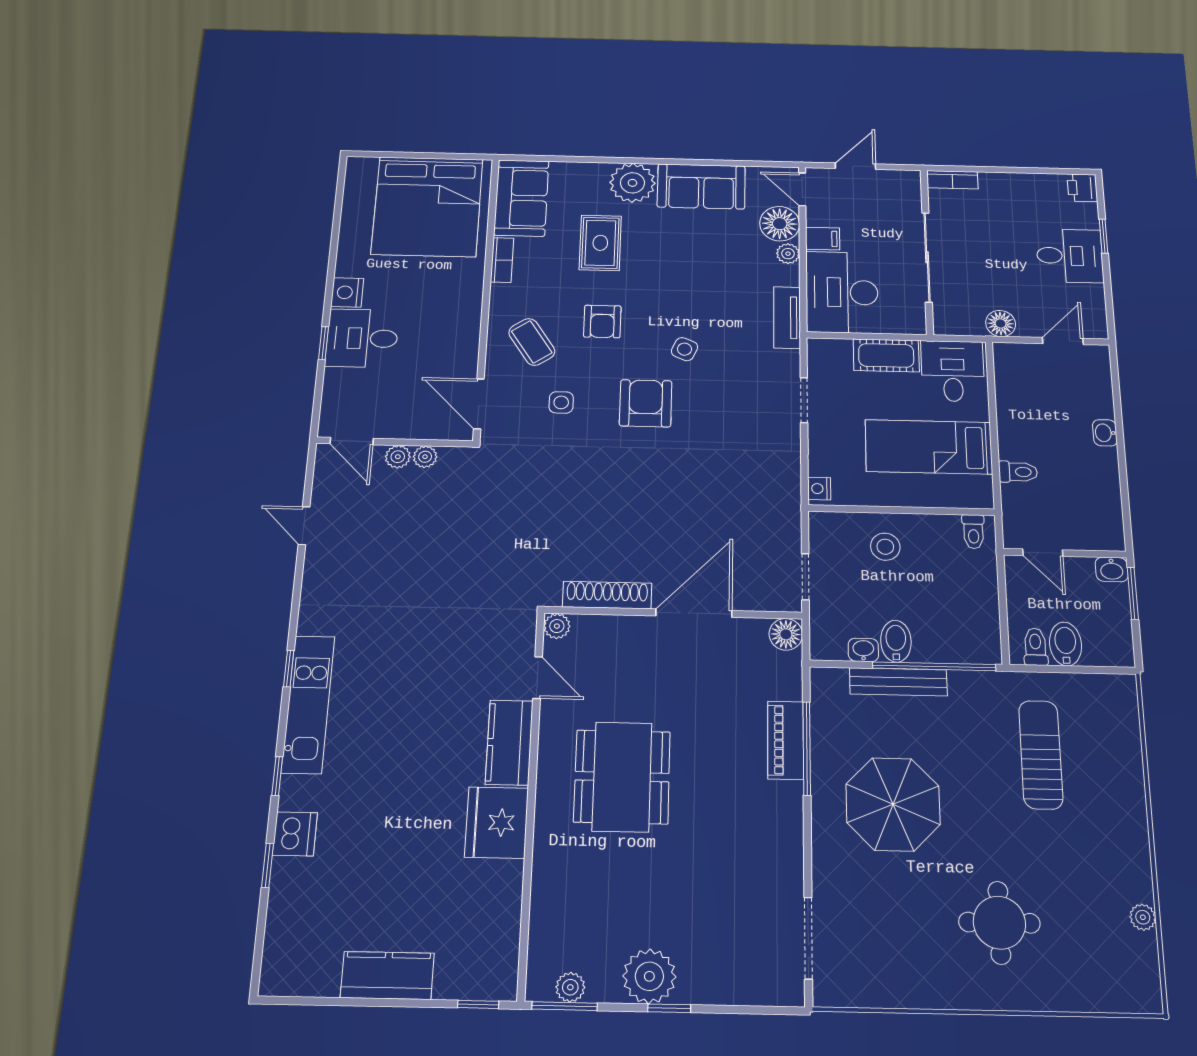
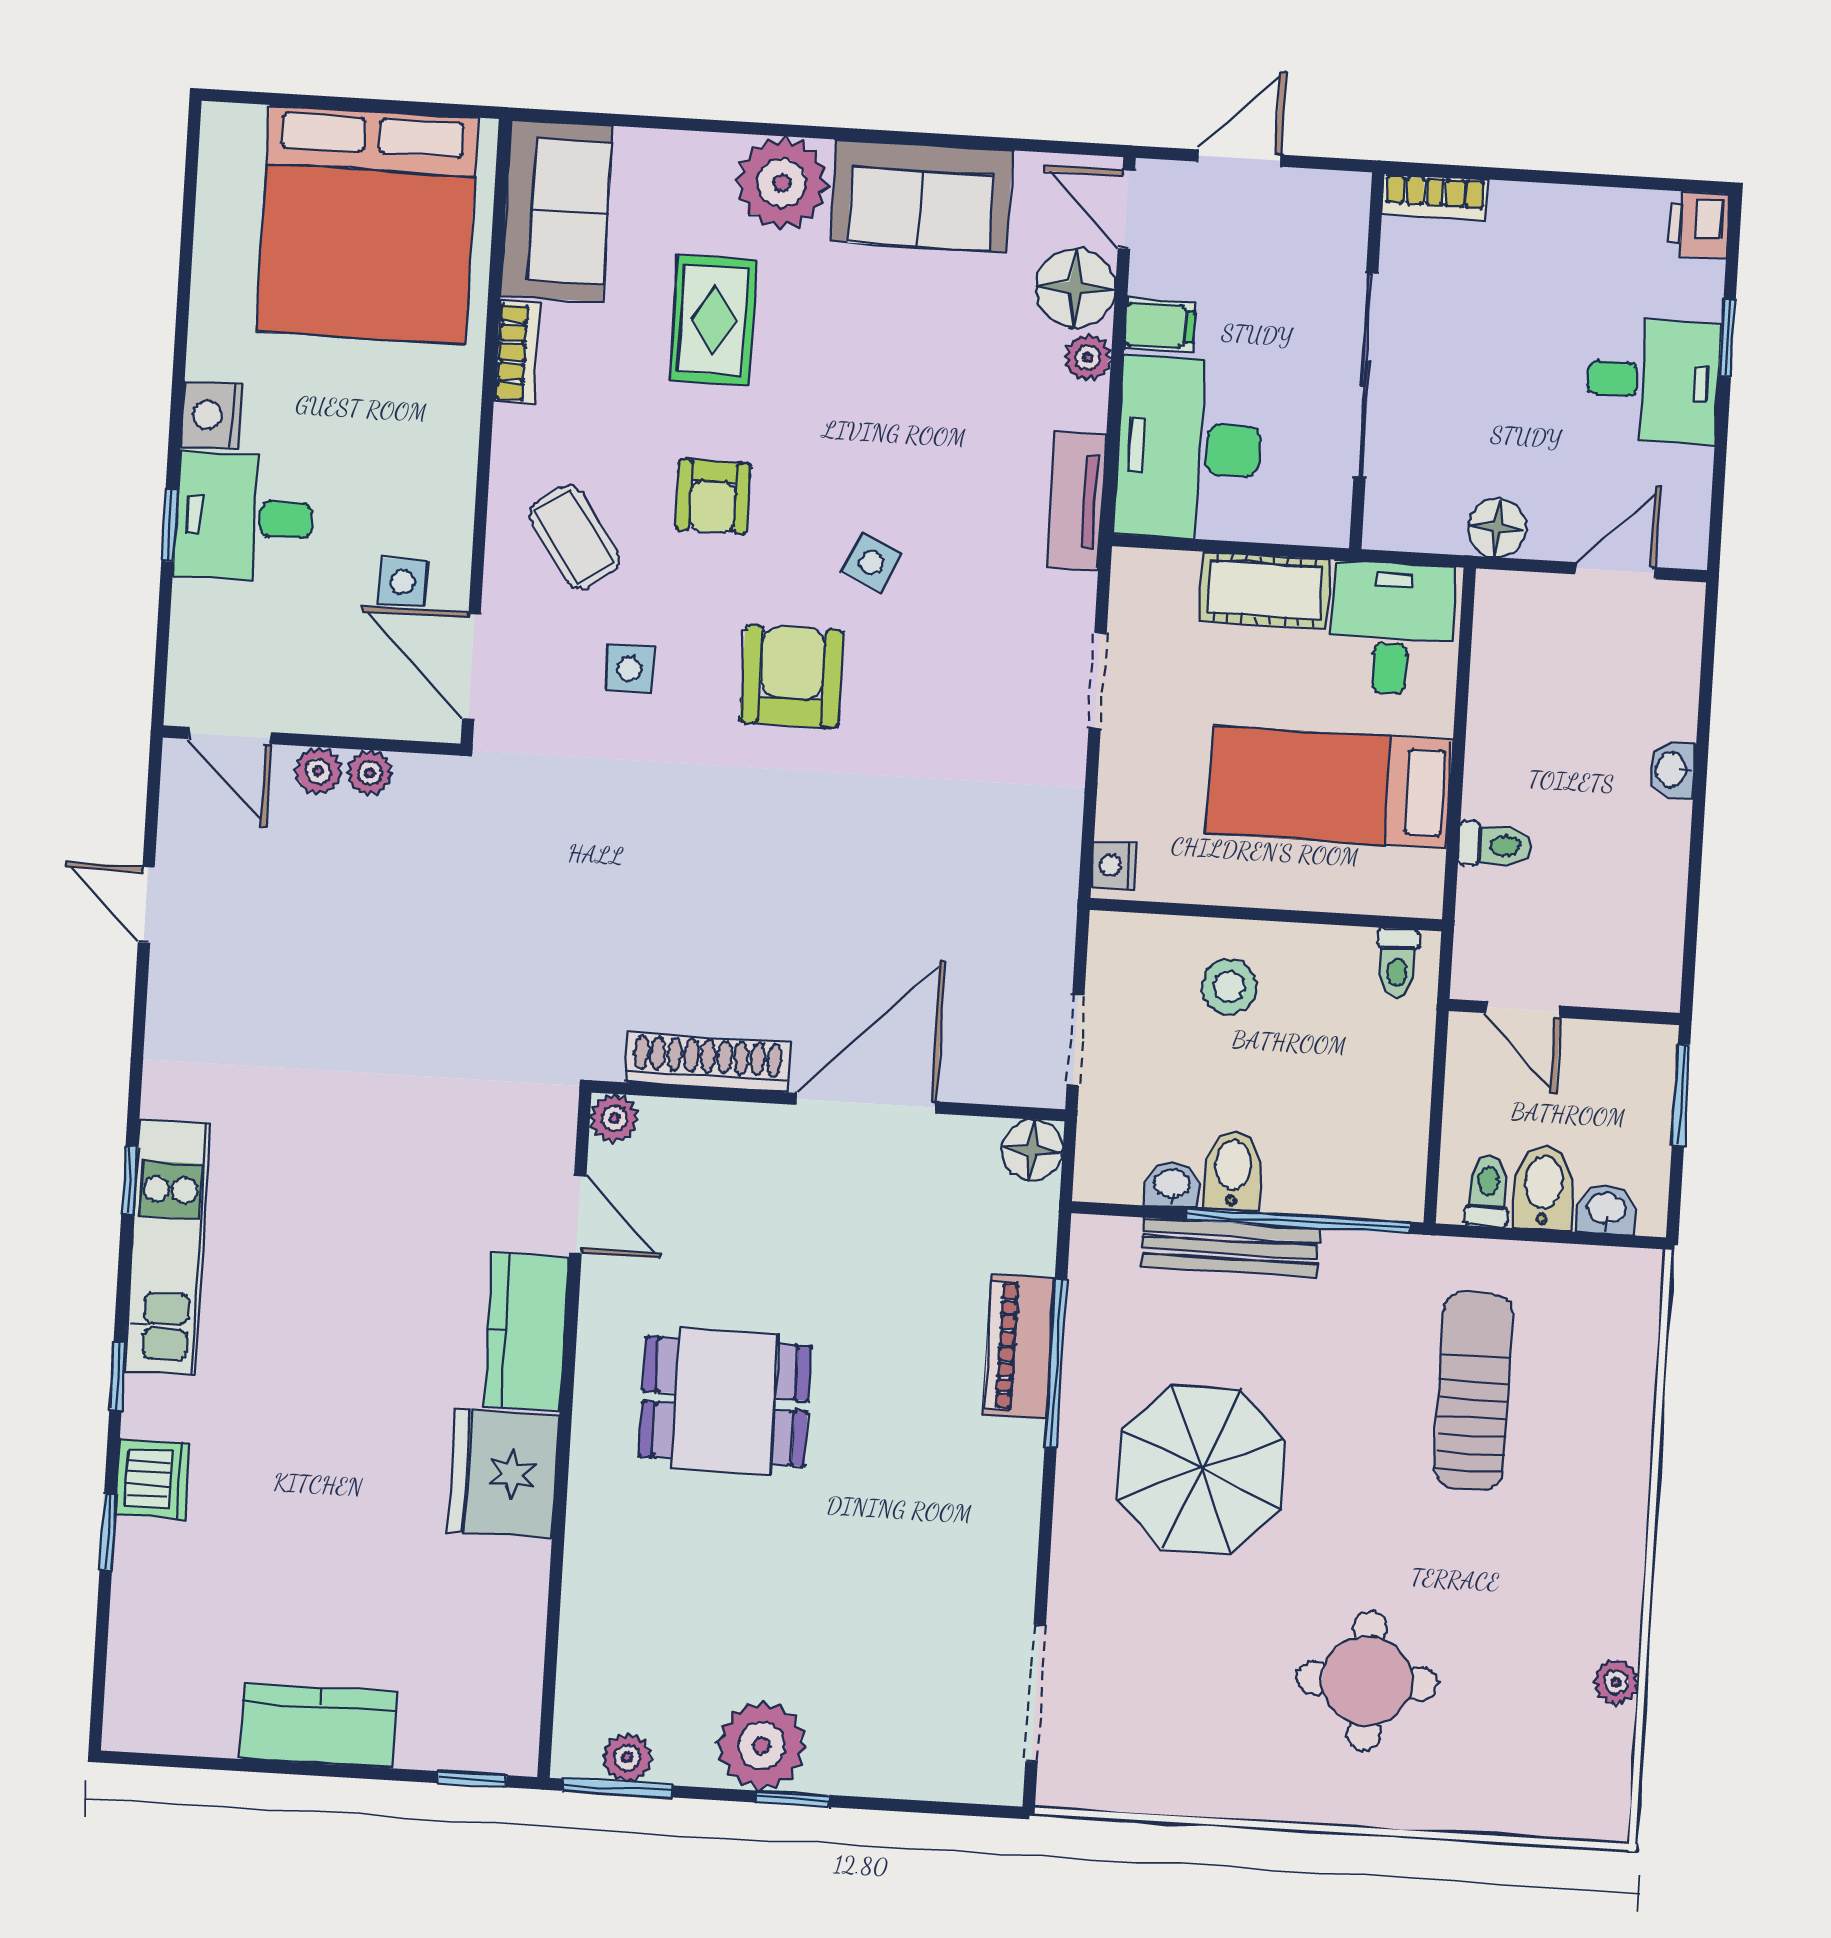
side table: (443, 366) -> (403, 582), added
washbasin: (1112, 569) -> (1606, 1210), moved, turned 180
dining table: (622, 777) -> (725, 1401), width x0.73

